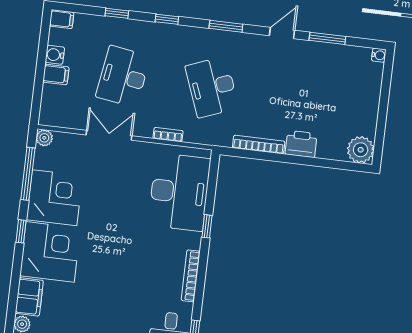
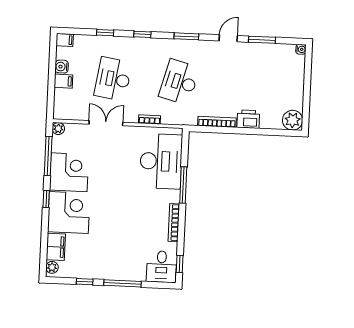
desk: (212, 87) -> (179, 82), turned 36
window: (207, 226) -> (183, 185), width x2.17

